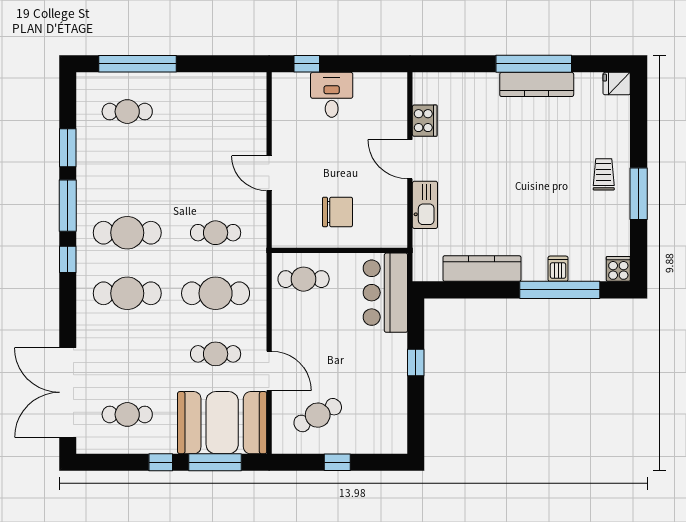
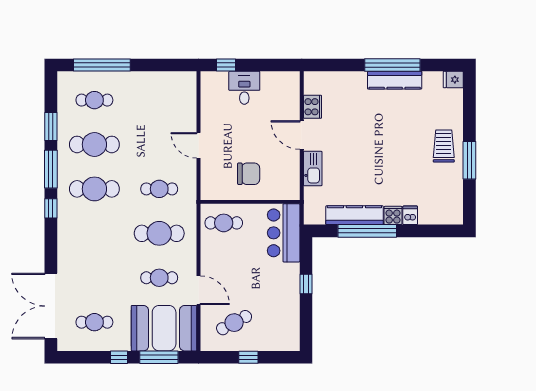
trolley: (604, 174) -> (444, 146), width x1.36, depth x1.39
cooker: (618, 269) -> (393, 215), moved
window: (560, 290) -> (367, 231), moved
cafe table: (127, 293) -> (94, 144), moved

